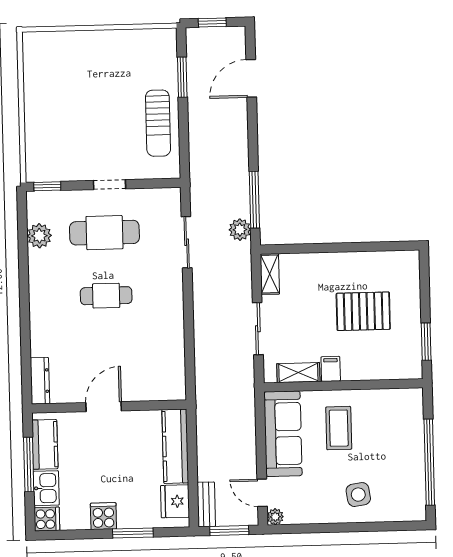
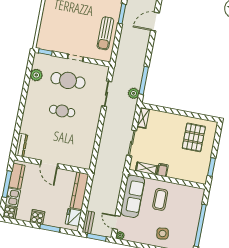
pallet: (363, 311) -> (194, 137), moved, turned 90
door: (104, 407) -> (49, 164), swing flipped

